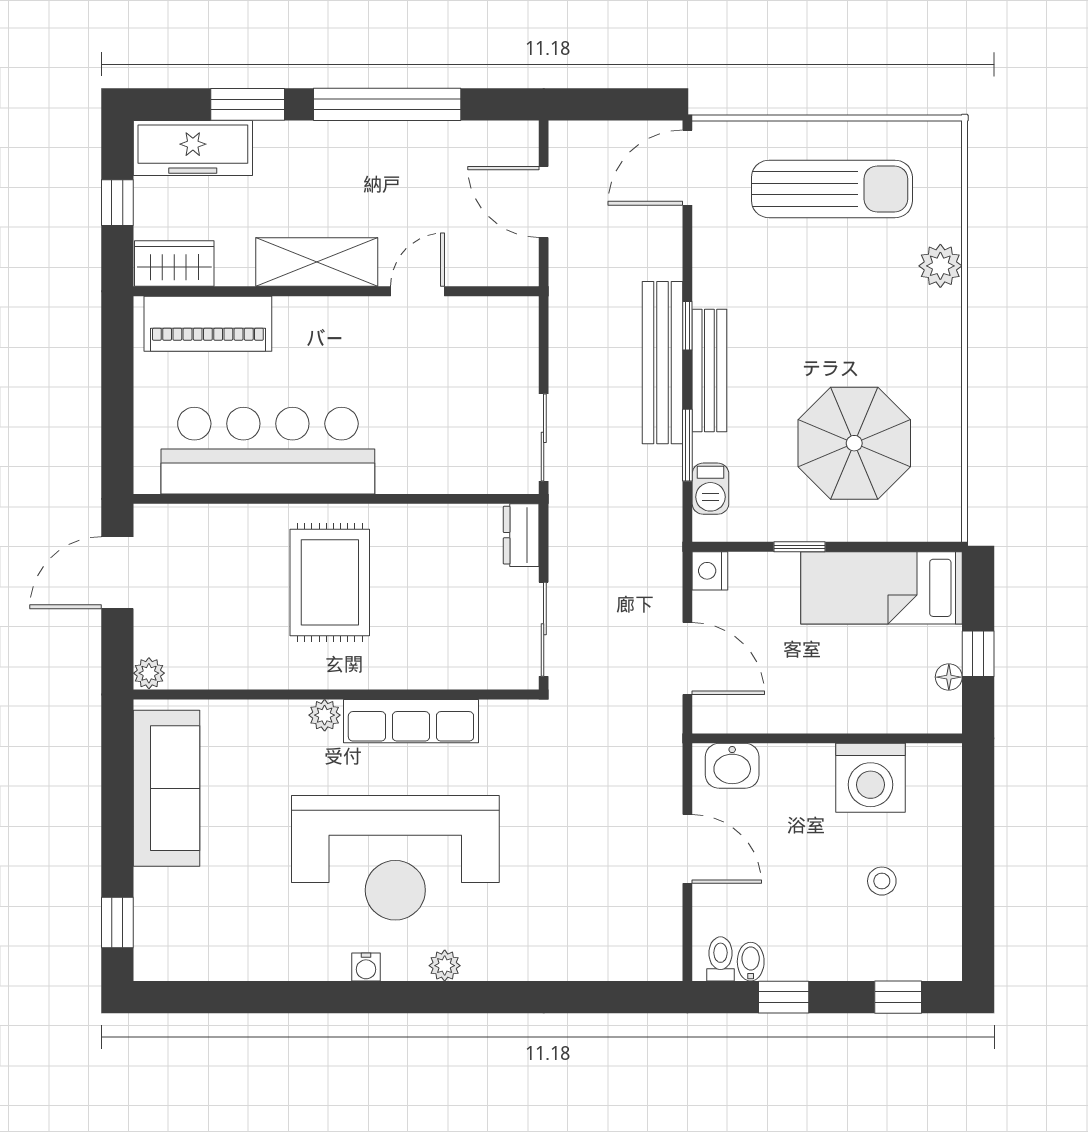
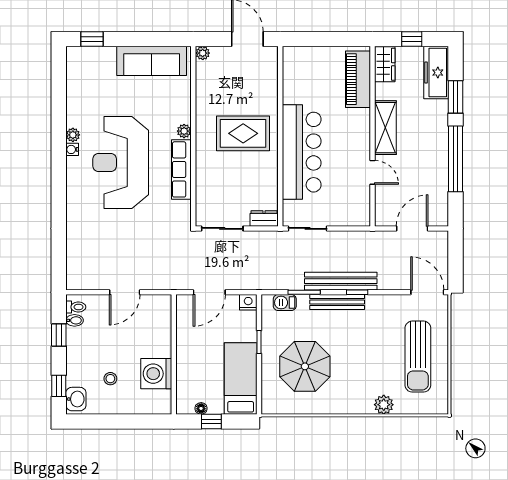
bar counter: (268, 451) -> (302, 152), moved
washbasin: (732, 766) -> (76, 399), moved, turned 180
plant: (445, 966) -> (73, 135), moved

